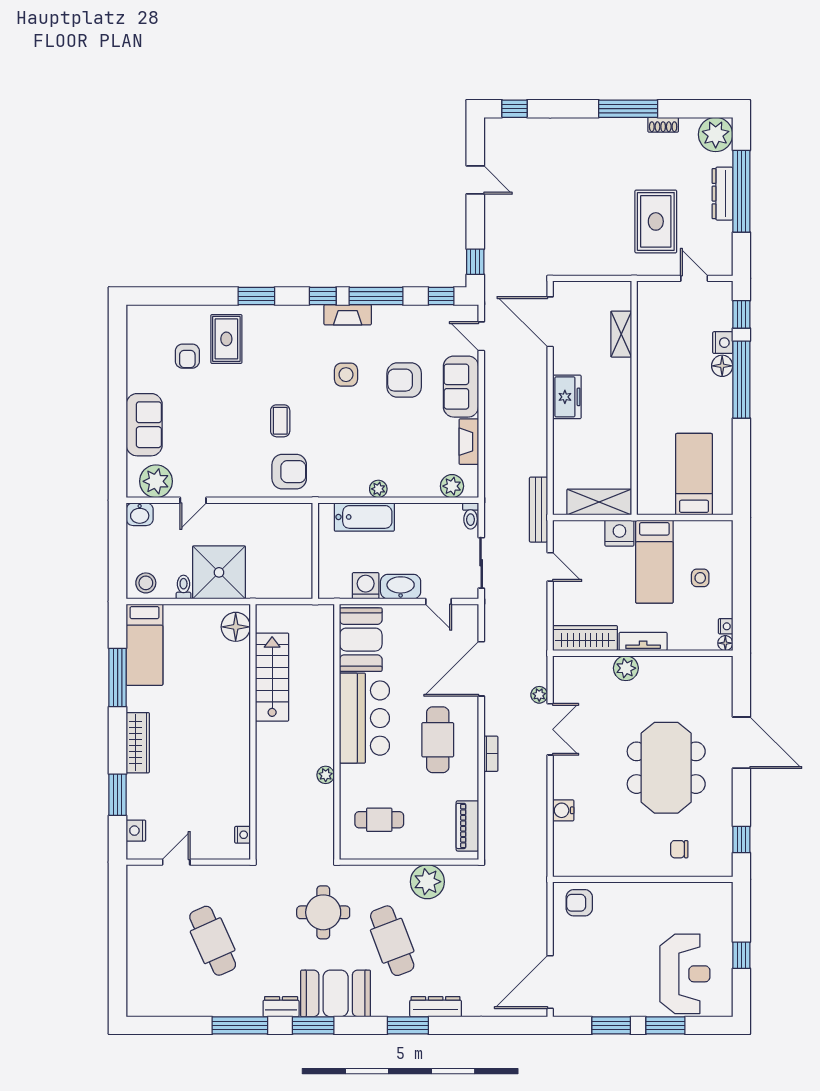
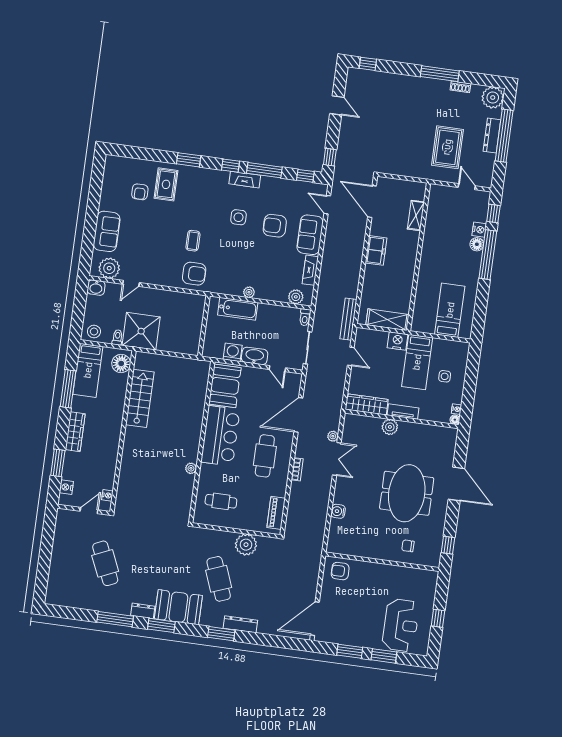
floor lamp: (236, 627) -> (121, 363), moved
stairs: (272, 677) -> (140, 398), moved
wall: (253, 732) -> (123, 431), moved
nightstand: (242, 835) -> (107, 495), moved
round table: (323, 912) -> (178, 555), removed

